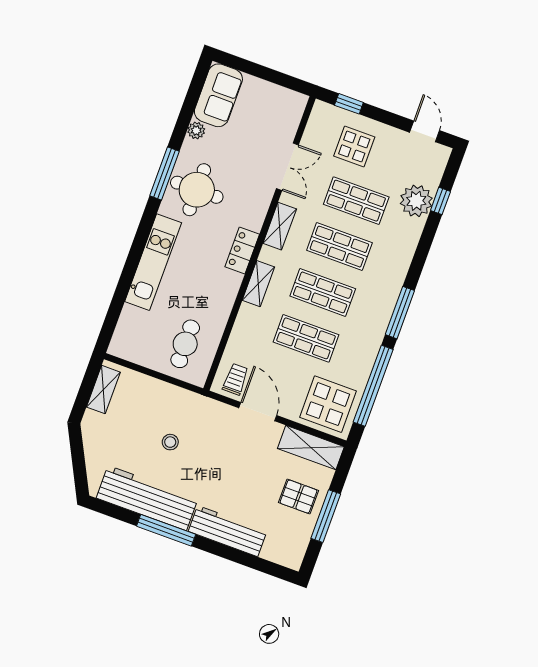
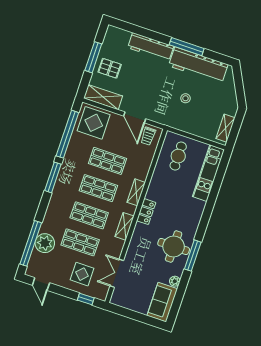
double door: (287, 167) -> (117, 273), moved
window: (440, 201) -> (31, 243), width x3.17
kitchen unit: (153, 262) -> (208, 173), moved

